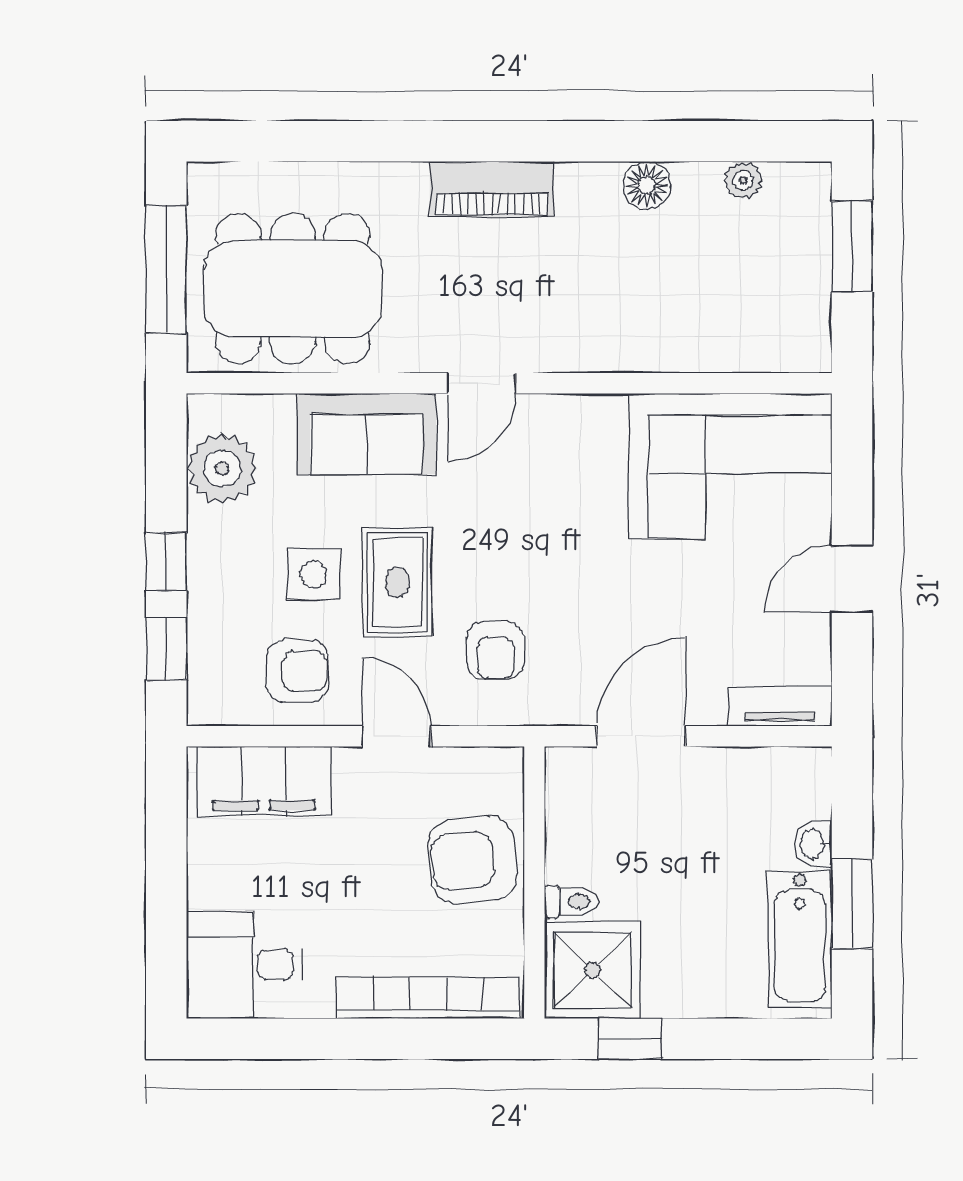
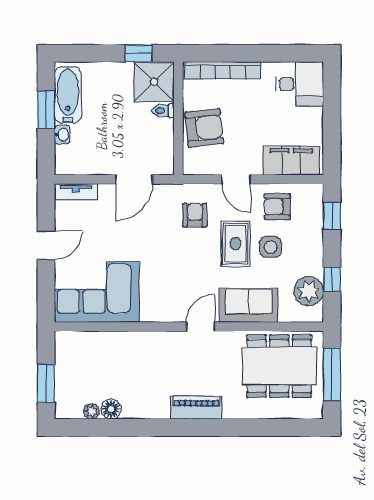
floor lamp: (647, 185) -> (111, 409), moved
window: (166, 562) -> (332, 279), moved

